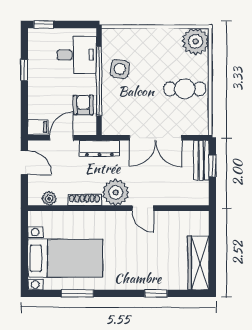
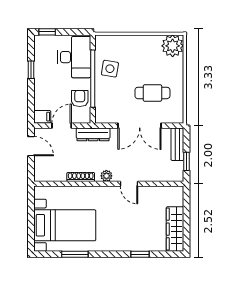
desk: (77, 55) -> (74, 57), width x1.37
cafe table: (185, 89) -> (152, 93), moved
window: (212, 166) -> (187, 161), moved
plant: (116, 192) -> (106, 176), width x0.53, depth x0.53
plant: (49, 199) -> (51, 176), removed

